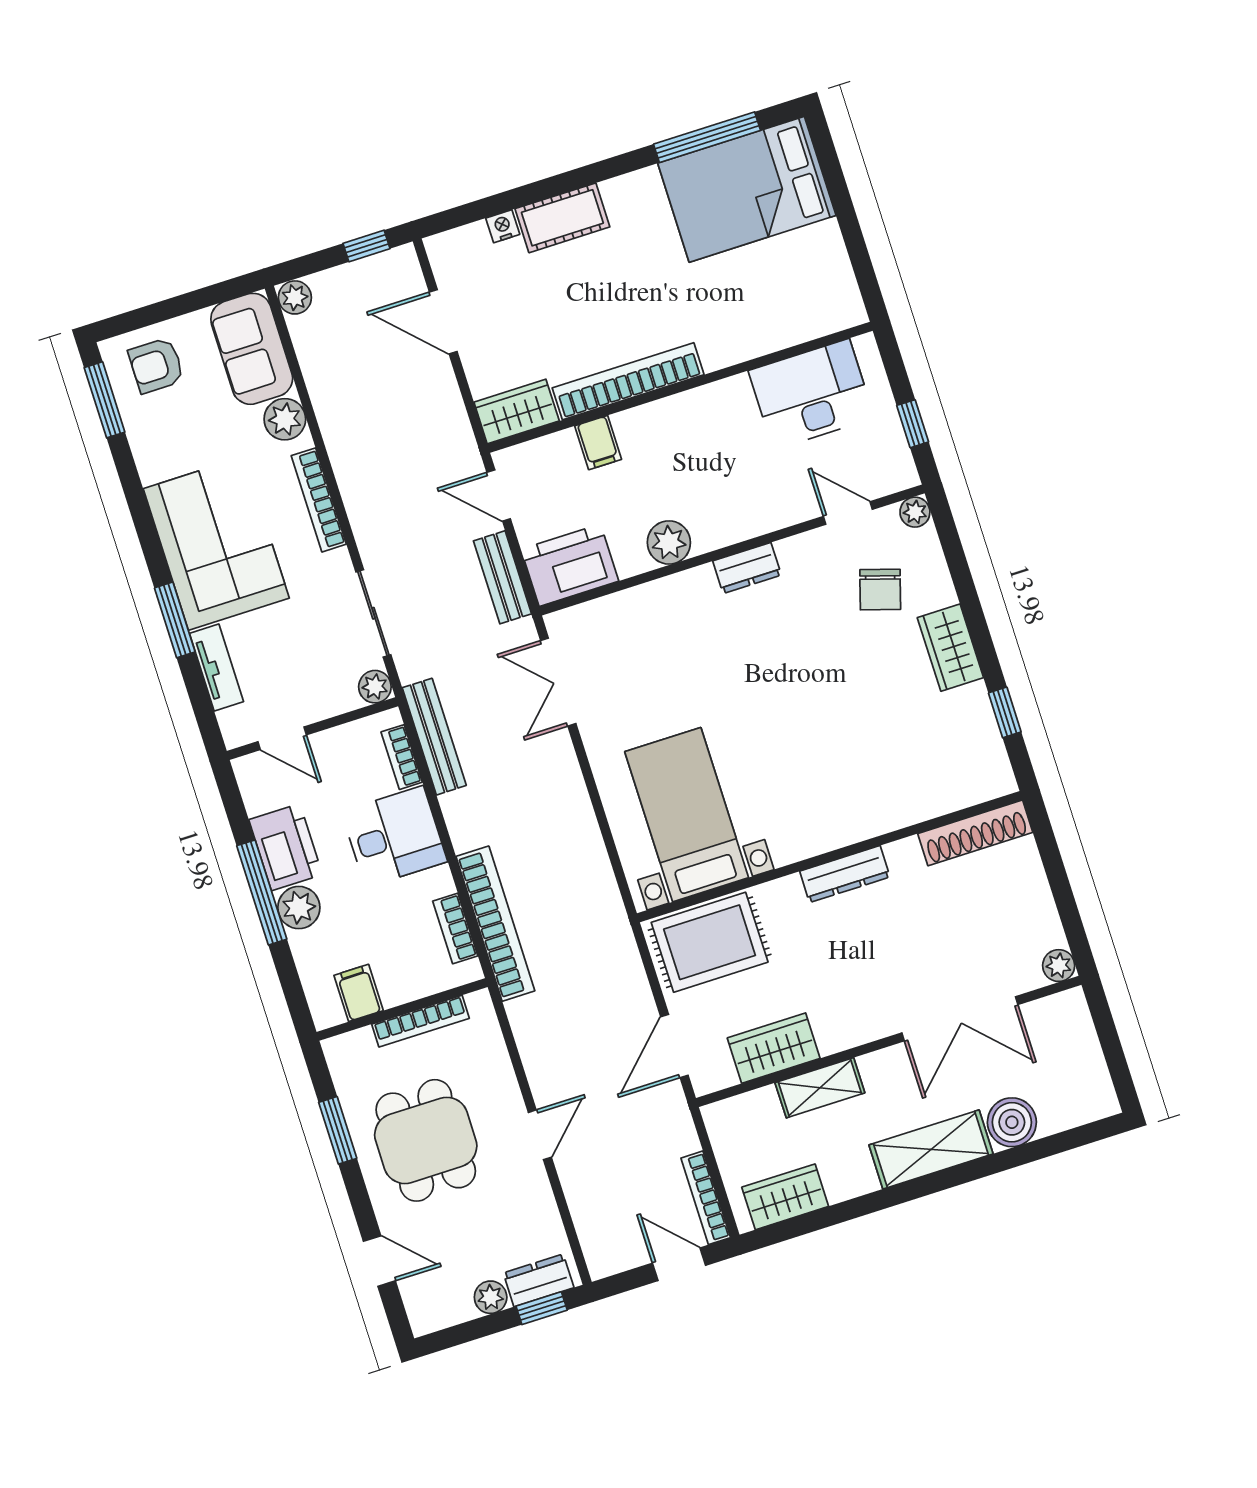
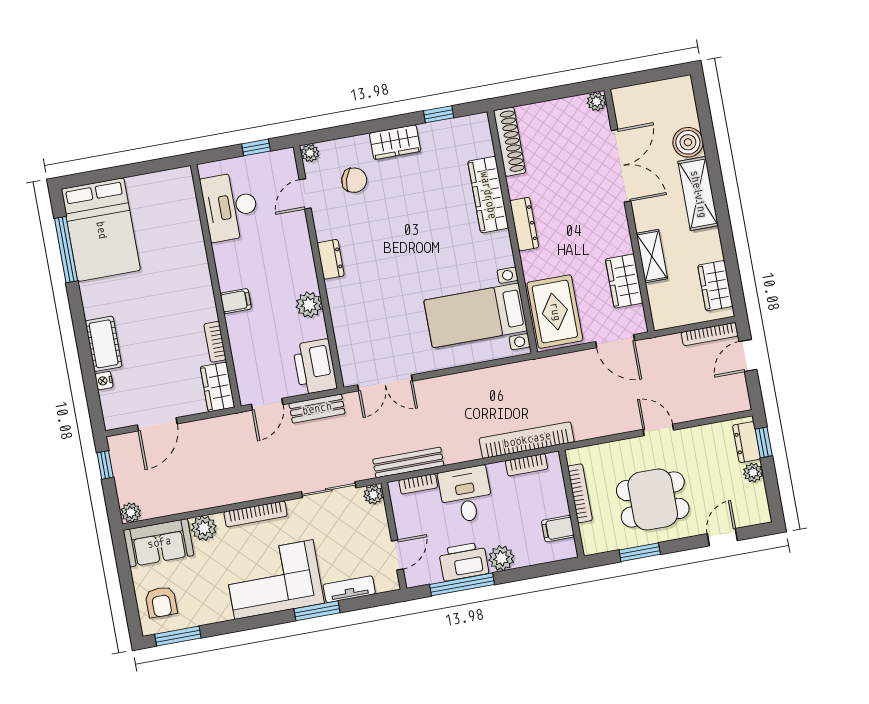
bookcase: (628, 381) -> (215, 342), width x0.43, depth x0.76
filing cabinet: (598, 443) -> (236, 301), moved
wardrobe: (885, 810) -> (488, 195), added
window: (262, 892) -> (462, 584), moved

